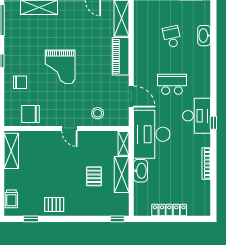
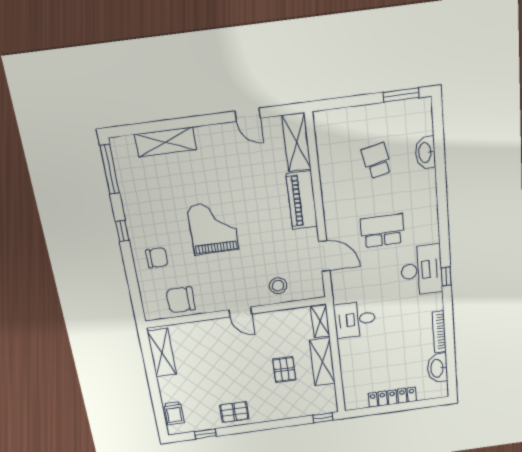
grand piano: (60, 67) -> (213, 228), turned 180
desk: (152, 134) -> (355, 320), width x0.53, depth x0.77
washbasin: (140, 171) -> (437, 368), moved, turned 180

